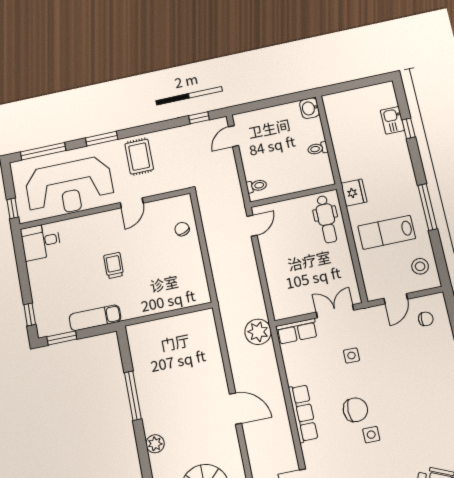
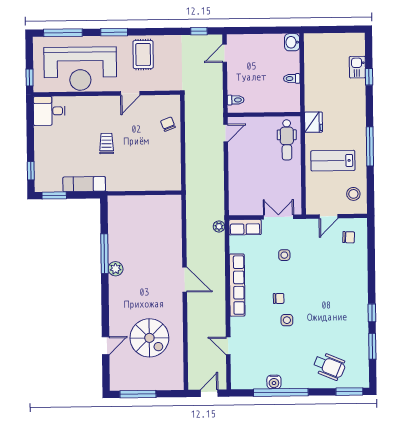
plant: (258, 332) -> (219, 226), width x0.53, depth x0.53
chair: (355, 410) -> (279, 298), width x0.54, depth x0.54
row of seats: (303, 413) -> (237, 285), width x1.36
plant: (155, 444) -> (116, 269), moved

